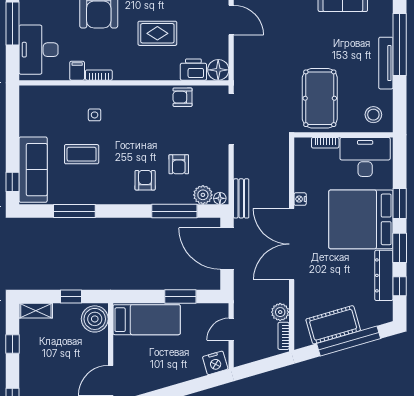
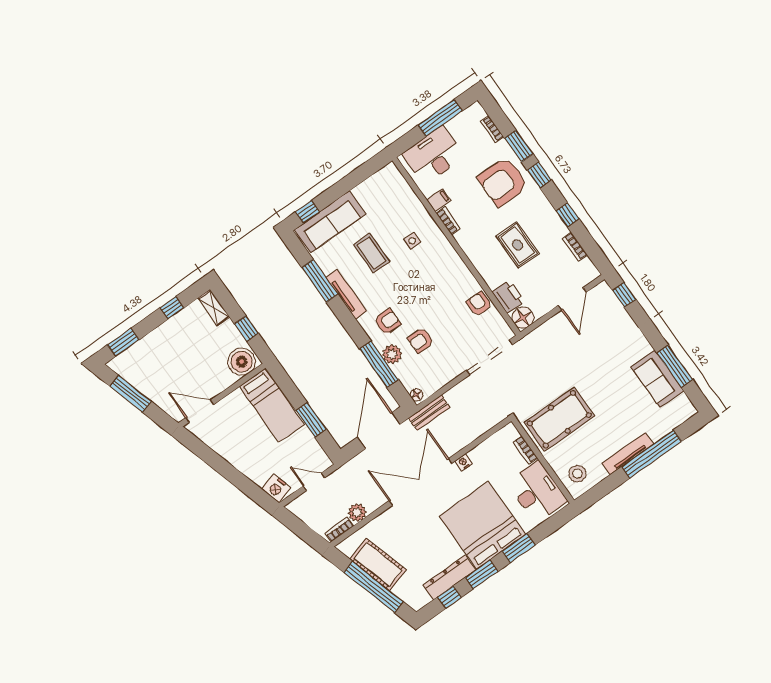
plant: (203, 195) -> (392, 354), moved
tv unit: (100, 198) -> (346, 294), added

